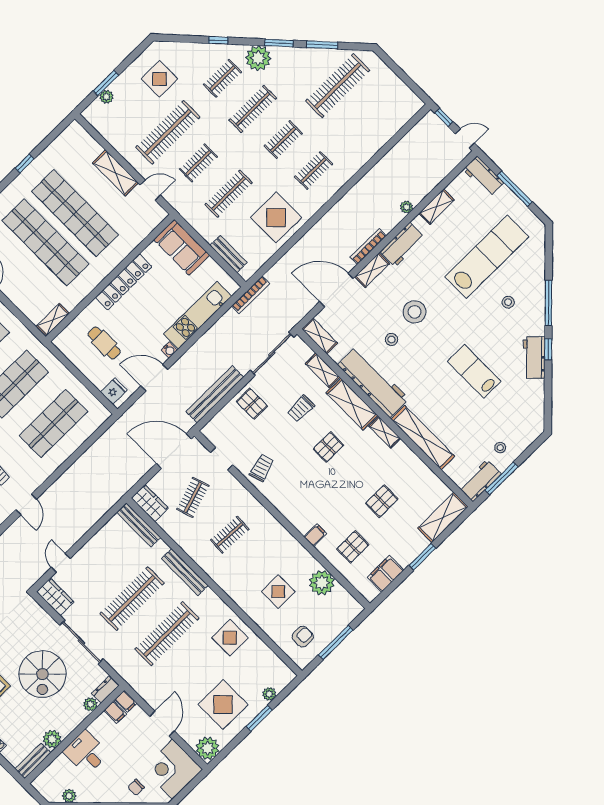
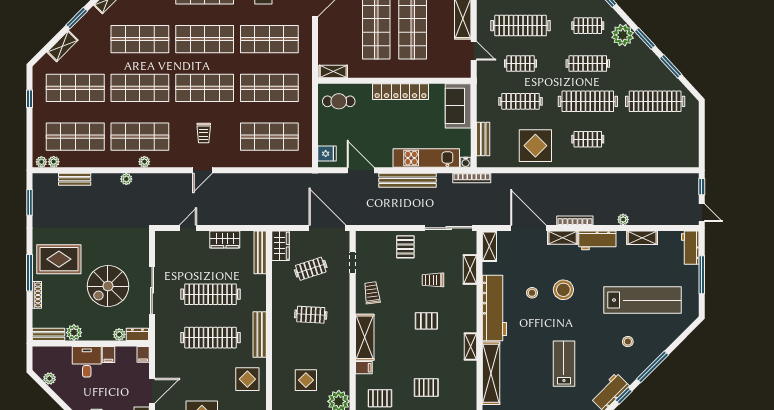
clothes rail: (283, 140) -> (588, 101), width x1.86, depth x1.31
cafe table: (104, 343) -> (339, 101), moved, turned 90
water cooler: (169, 350) -> (466, 162), moved
bench: (215, 394) -> (408, 180), moved
shelving: (352, 404) -> (365, 337), moved
trolley: (262, 468) -> (372, 293), turned -81
bench: (185, 572) -> (260, 334), moved
wardrobe: (55, 597) -> (225, 239), moved, turned 90
filing cabinet: (115, 712) -> (108, 354), moved

